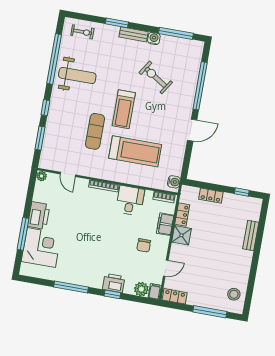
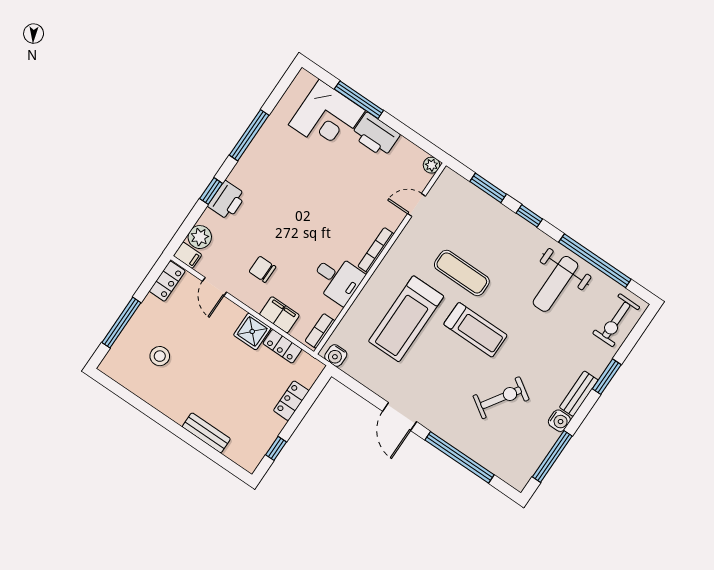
exercise bike: (82, 32) -> (616, 320), width x1.38, depth x1.39
treadmill: (124, 109) -> (475, 330), turned 180
stool: (234, 294) -> (160, 356), moved

